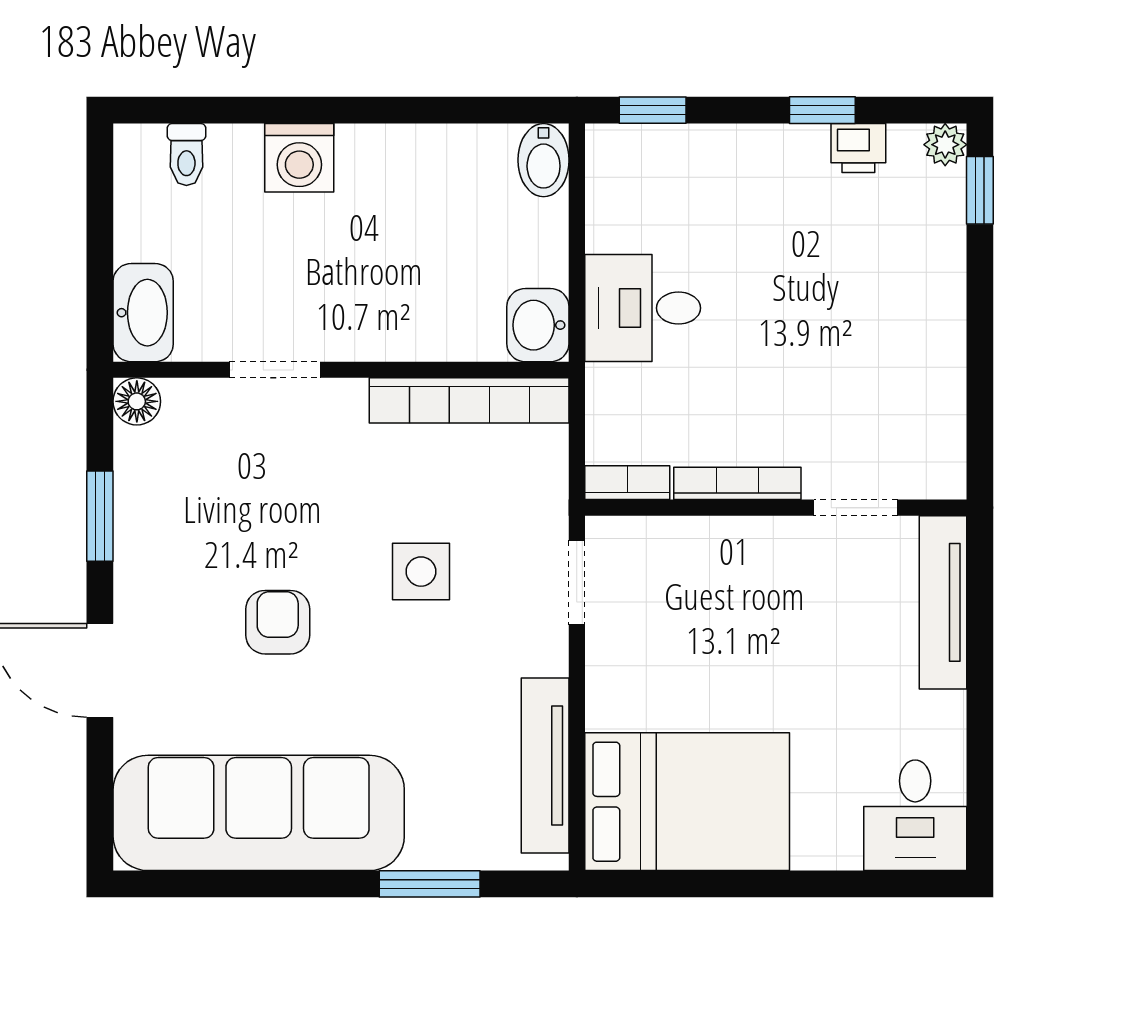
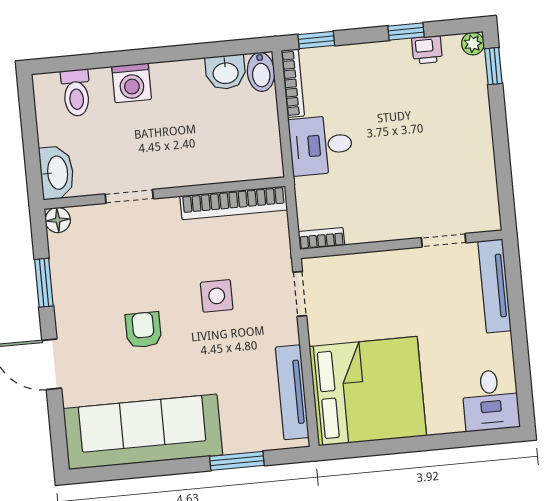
toilet: (186, 154) -> (76, 93), width x1.37, depth x1.39
washbasin: (538, 325) -> (226, 72), moved, turned -90
bookcase: (737, 483) -> (293, 83), moved, turned 90
bed: (687, 802) -> (368, 391), width x1.36

